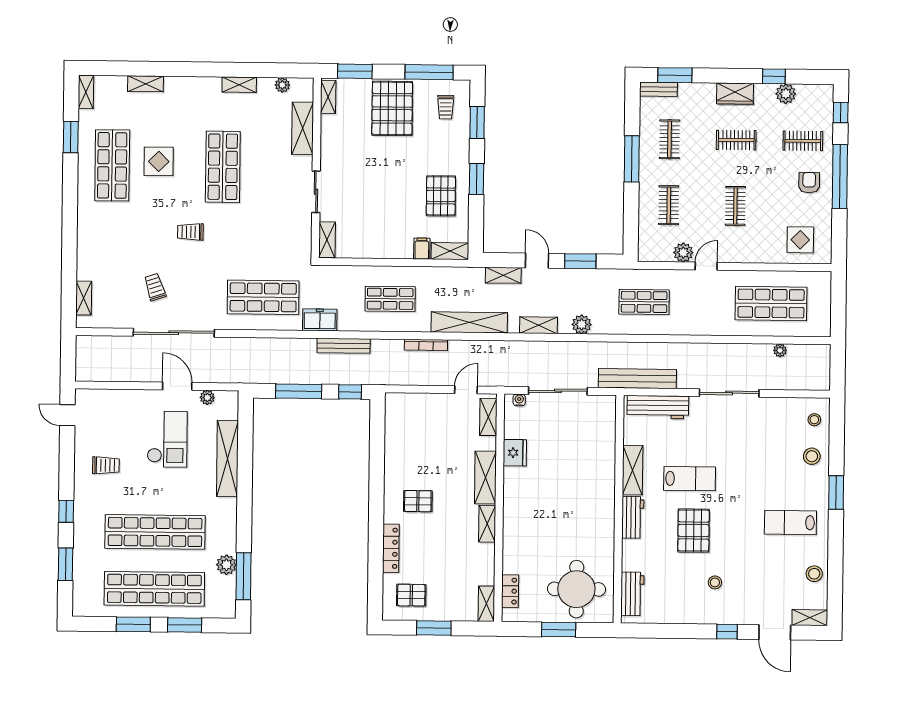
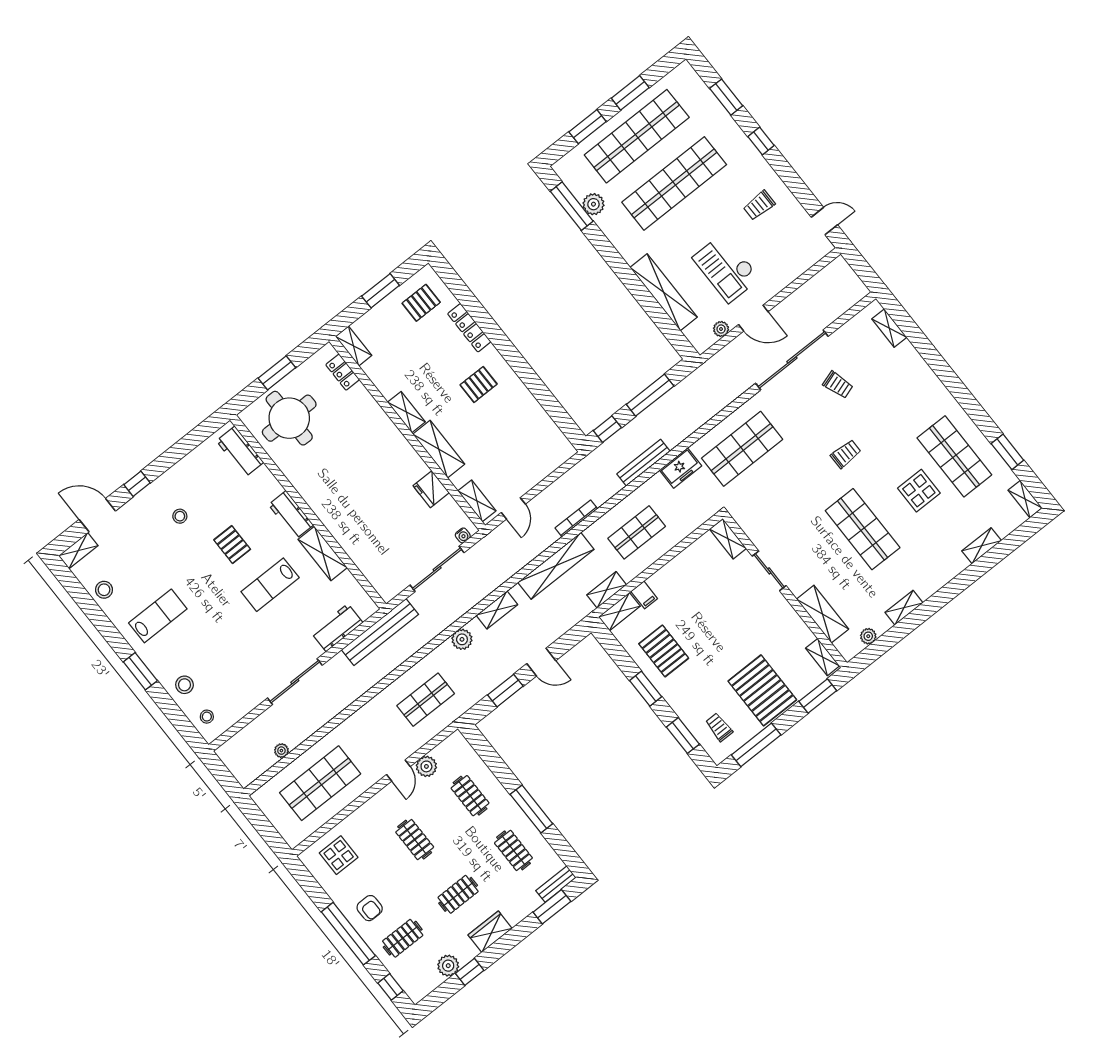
shelving: (503, 275) -> (607, 590), moved
workbench: (658, 407) -> (337, 628), width x0.73
pallet: (694, 531) -> (232, 545), width x0.67, depth x0.71

